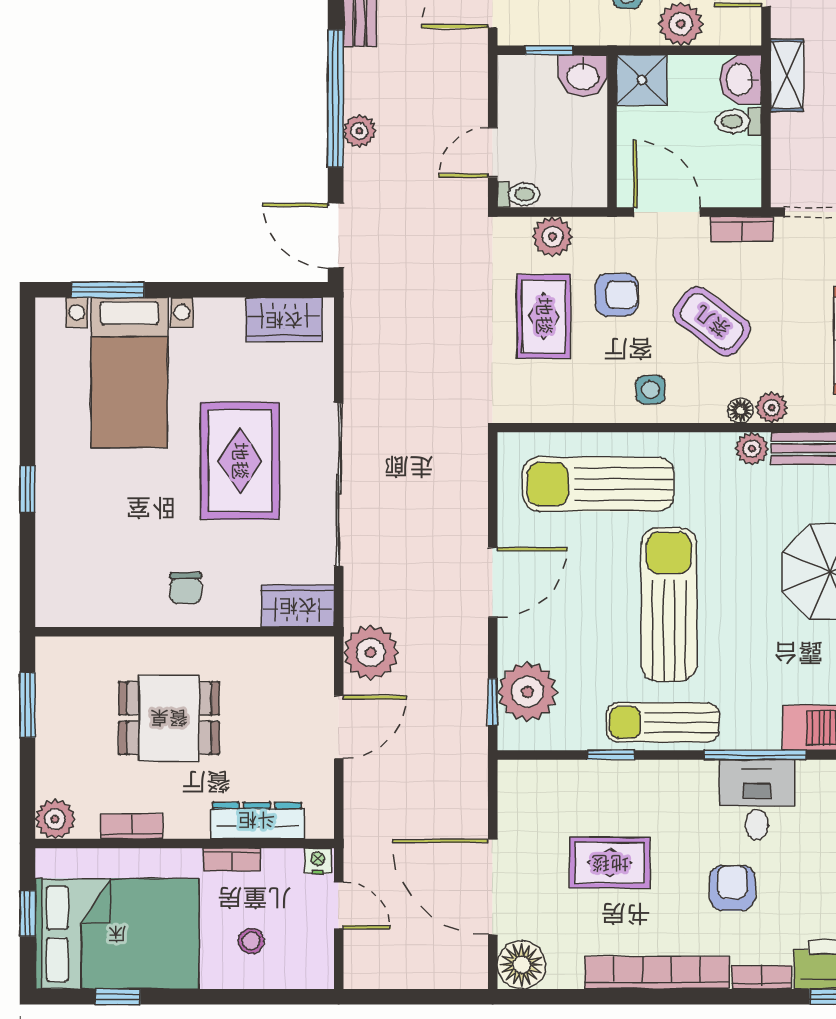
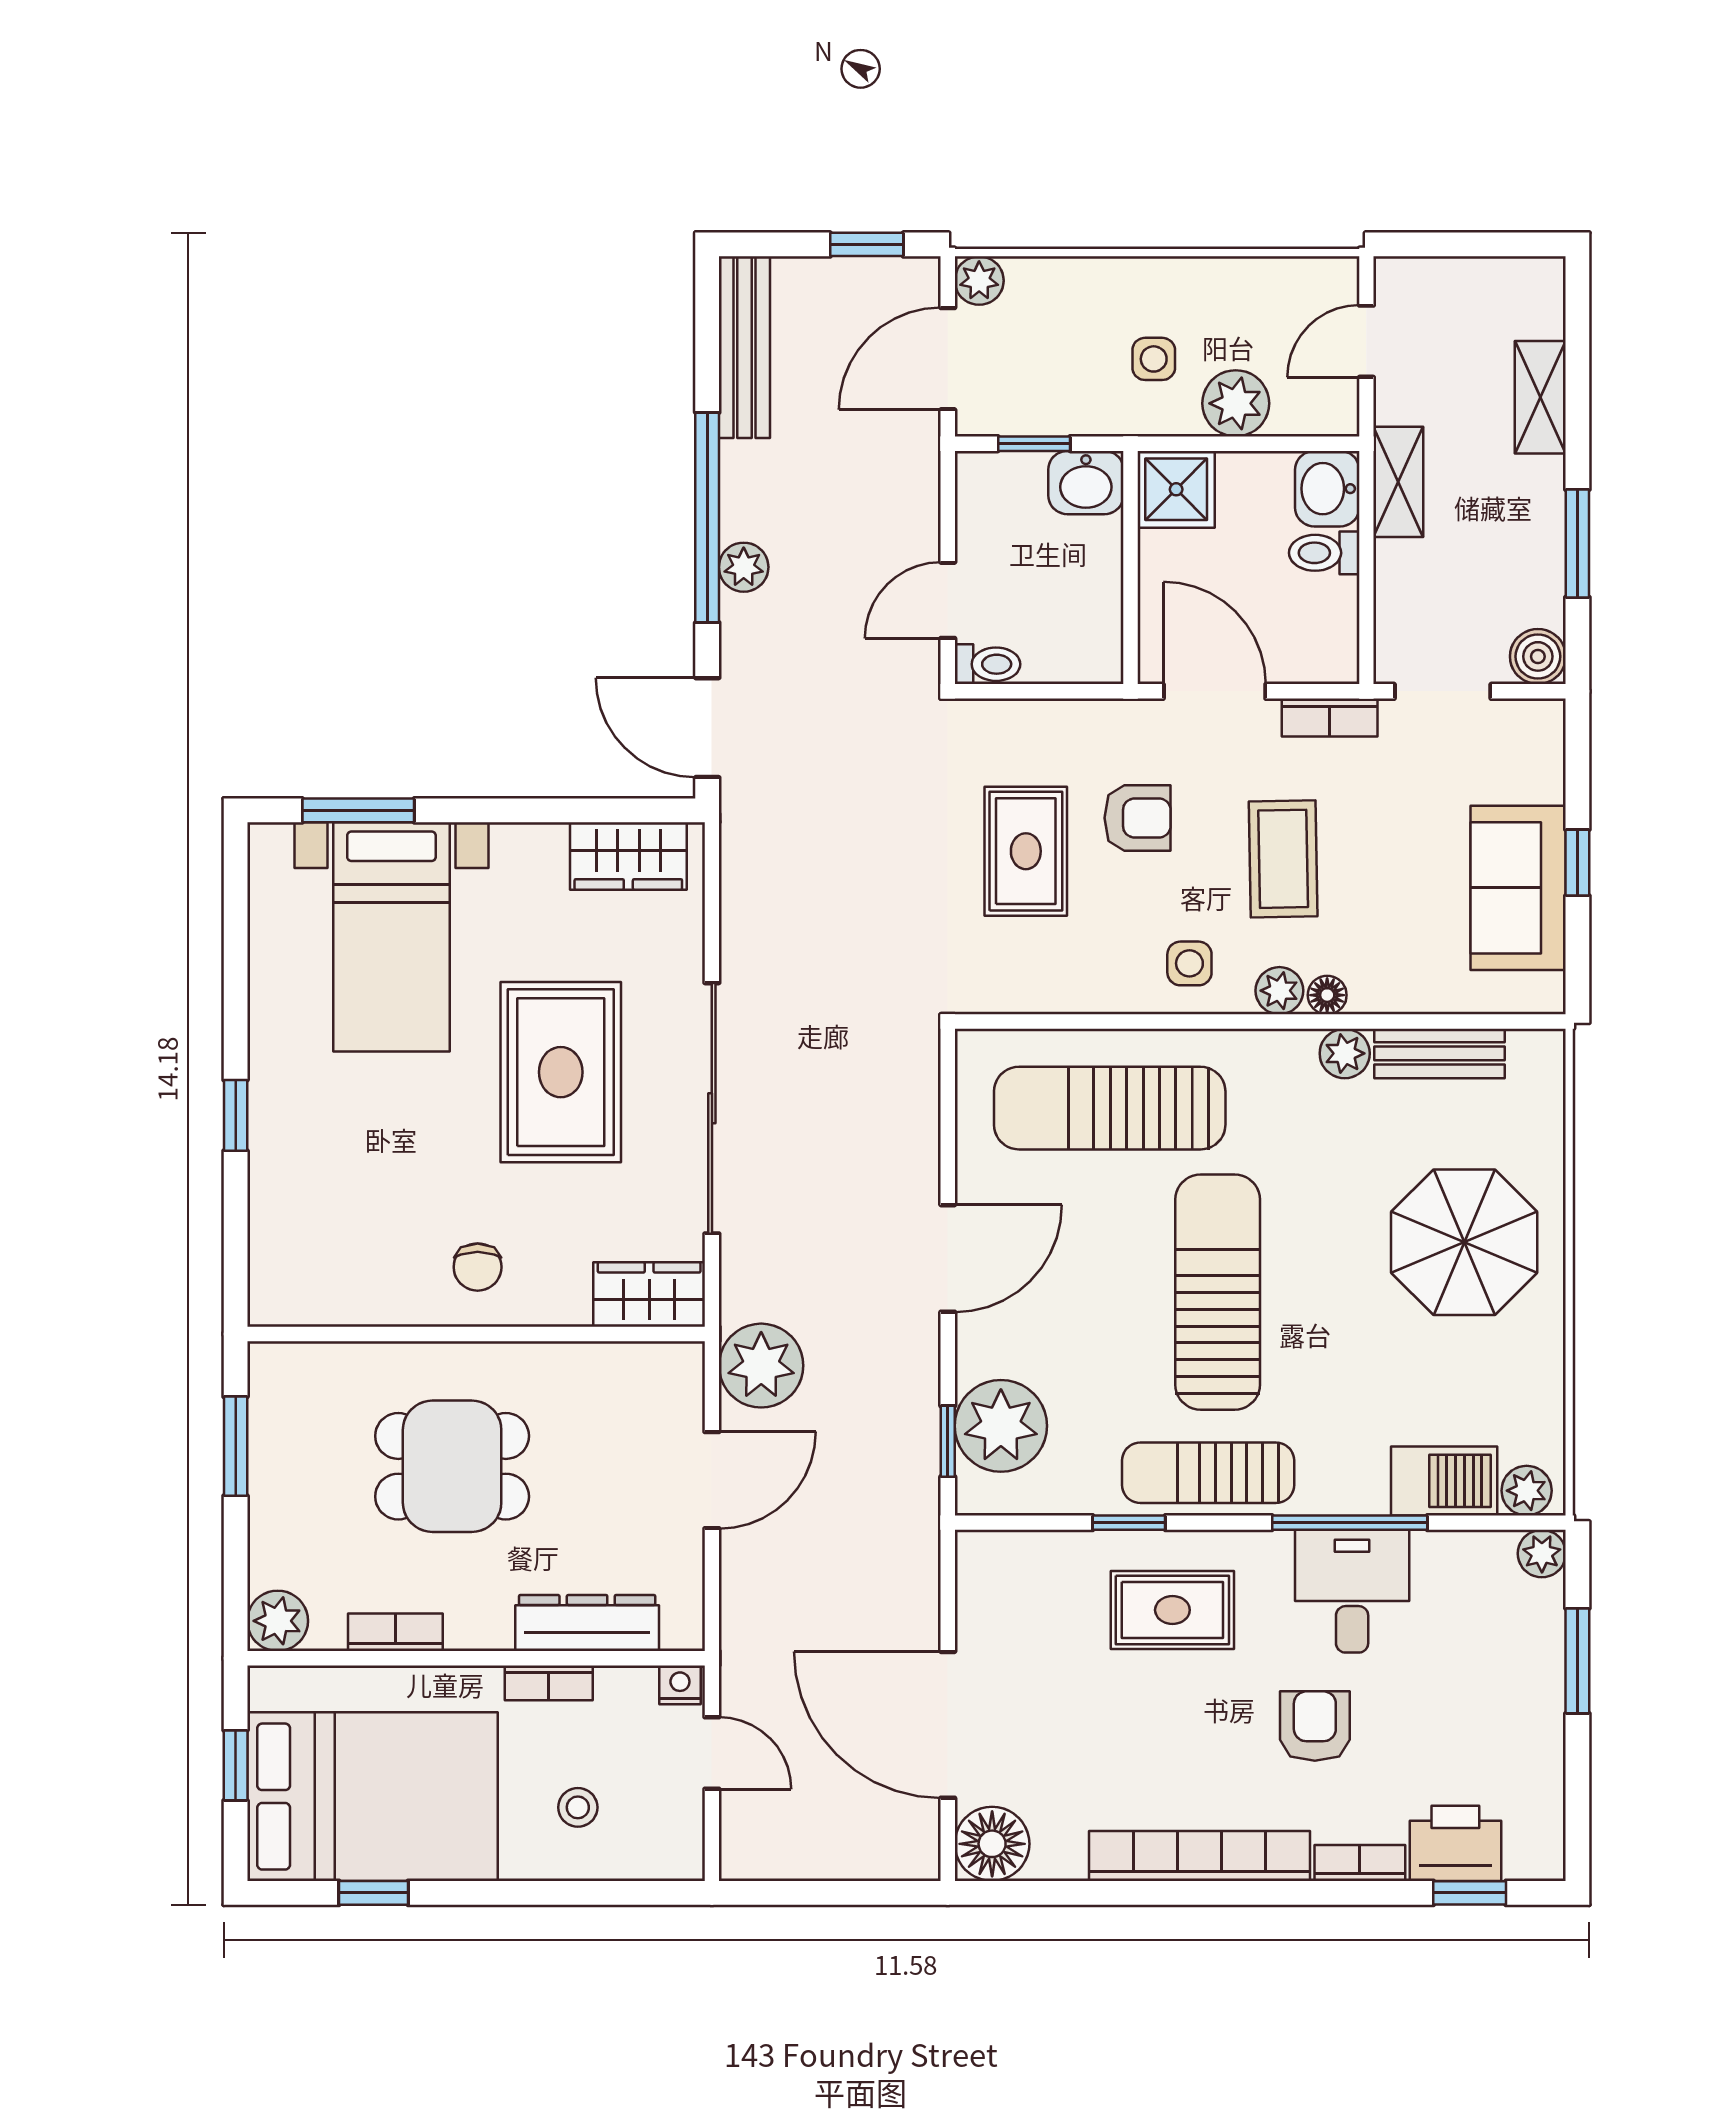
plant: (552, 237) -> (1039, 729), removed
coffee table: (712, 321) -> (1283, 859), turned 52
plant: (772, 408) -> (1279, 991), moved
rug: (610, 863) -> (1172, 1610), moved

